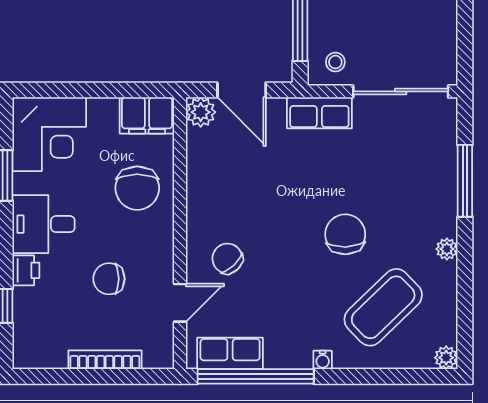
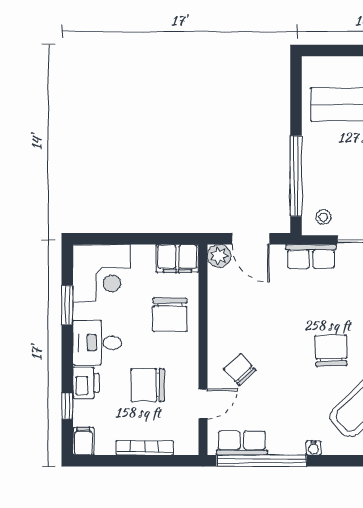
printer: (26, 270) -> (86, 383), width x1.36, depth x1.24
chair: (109, 279) -> (148, 385), width x1.37, depth x1.37
filing cabinet: (26, 351) -> (83, 441), added

